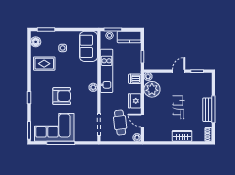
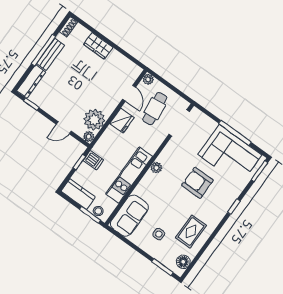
rug: (44, 64) -> (191, 232), turned 90
door: (179, 71) -> (64, 128), moved
dishwasher: (135, 79) -> (93, 160), moved
dresser: (207, 85) -> (31, 82), added

